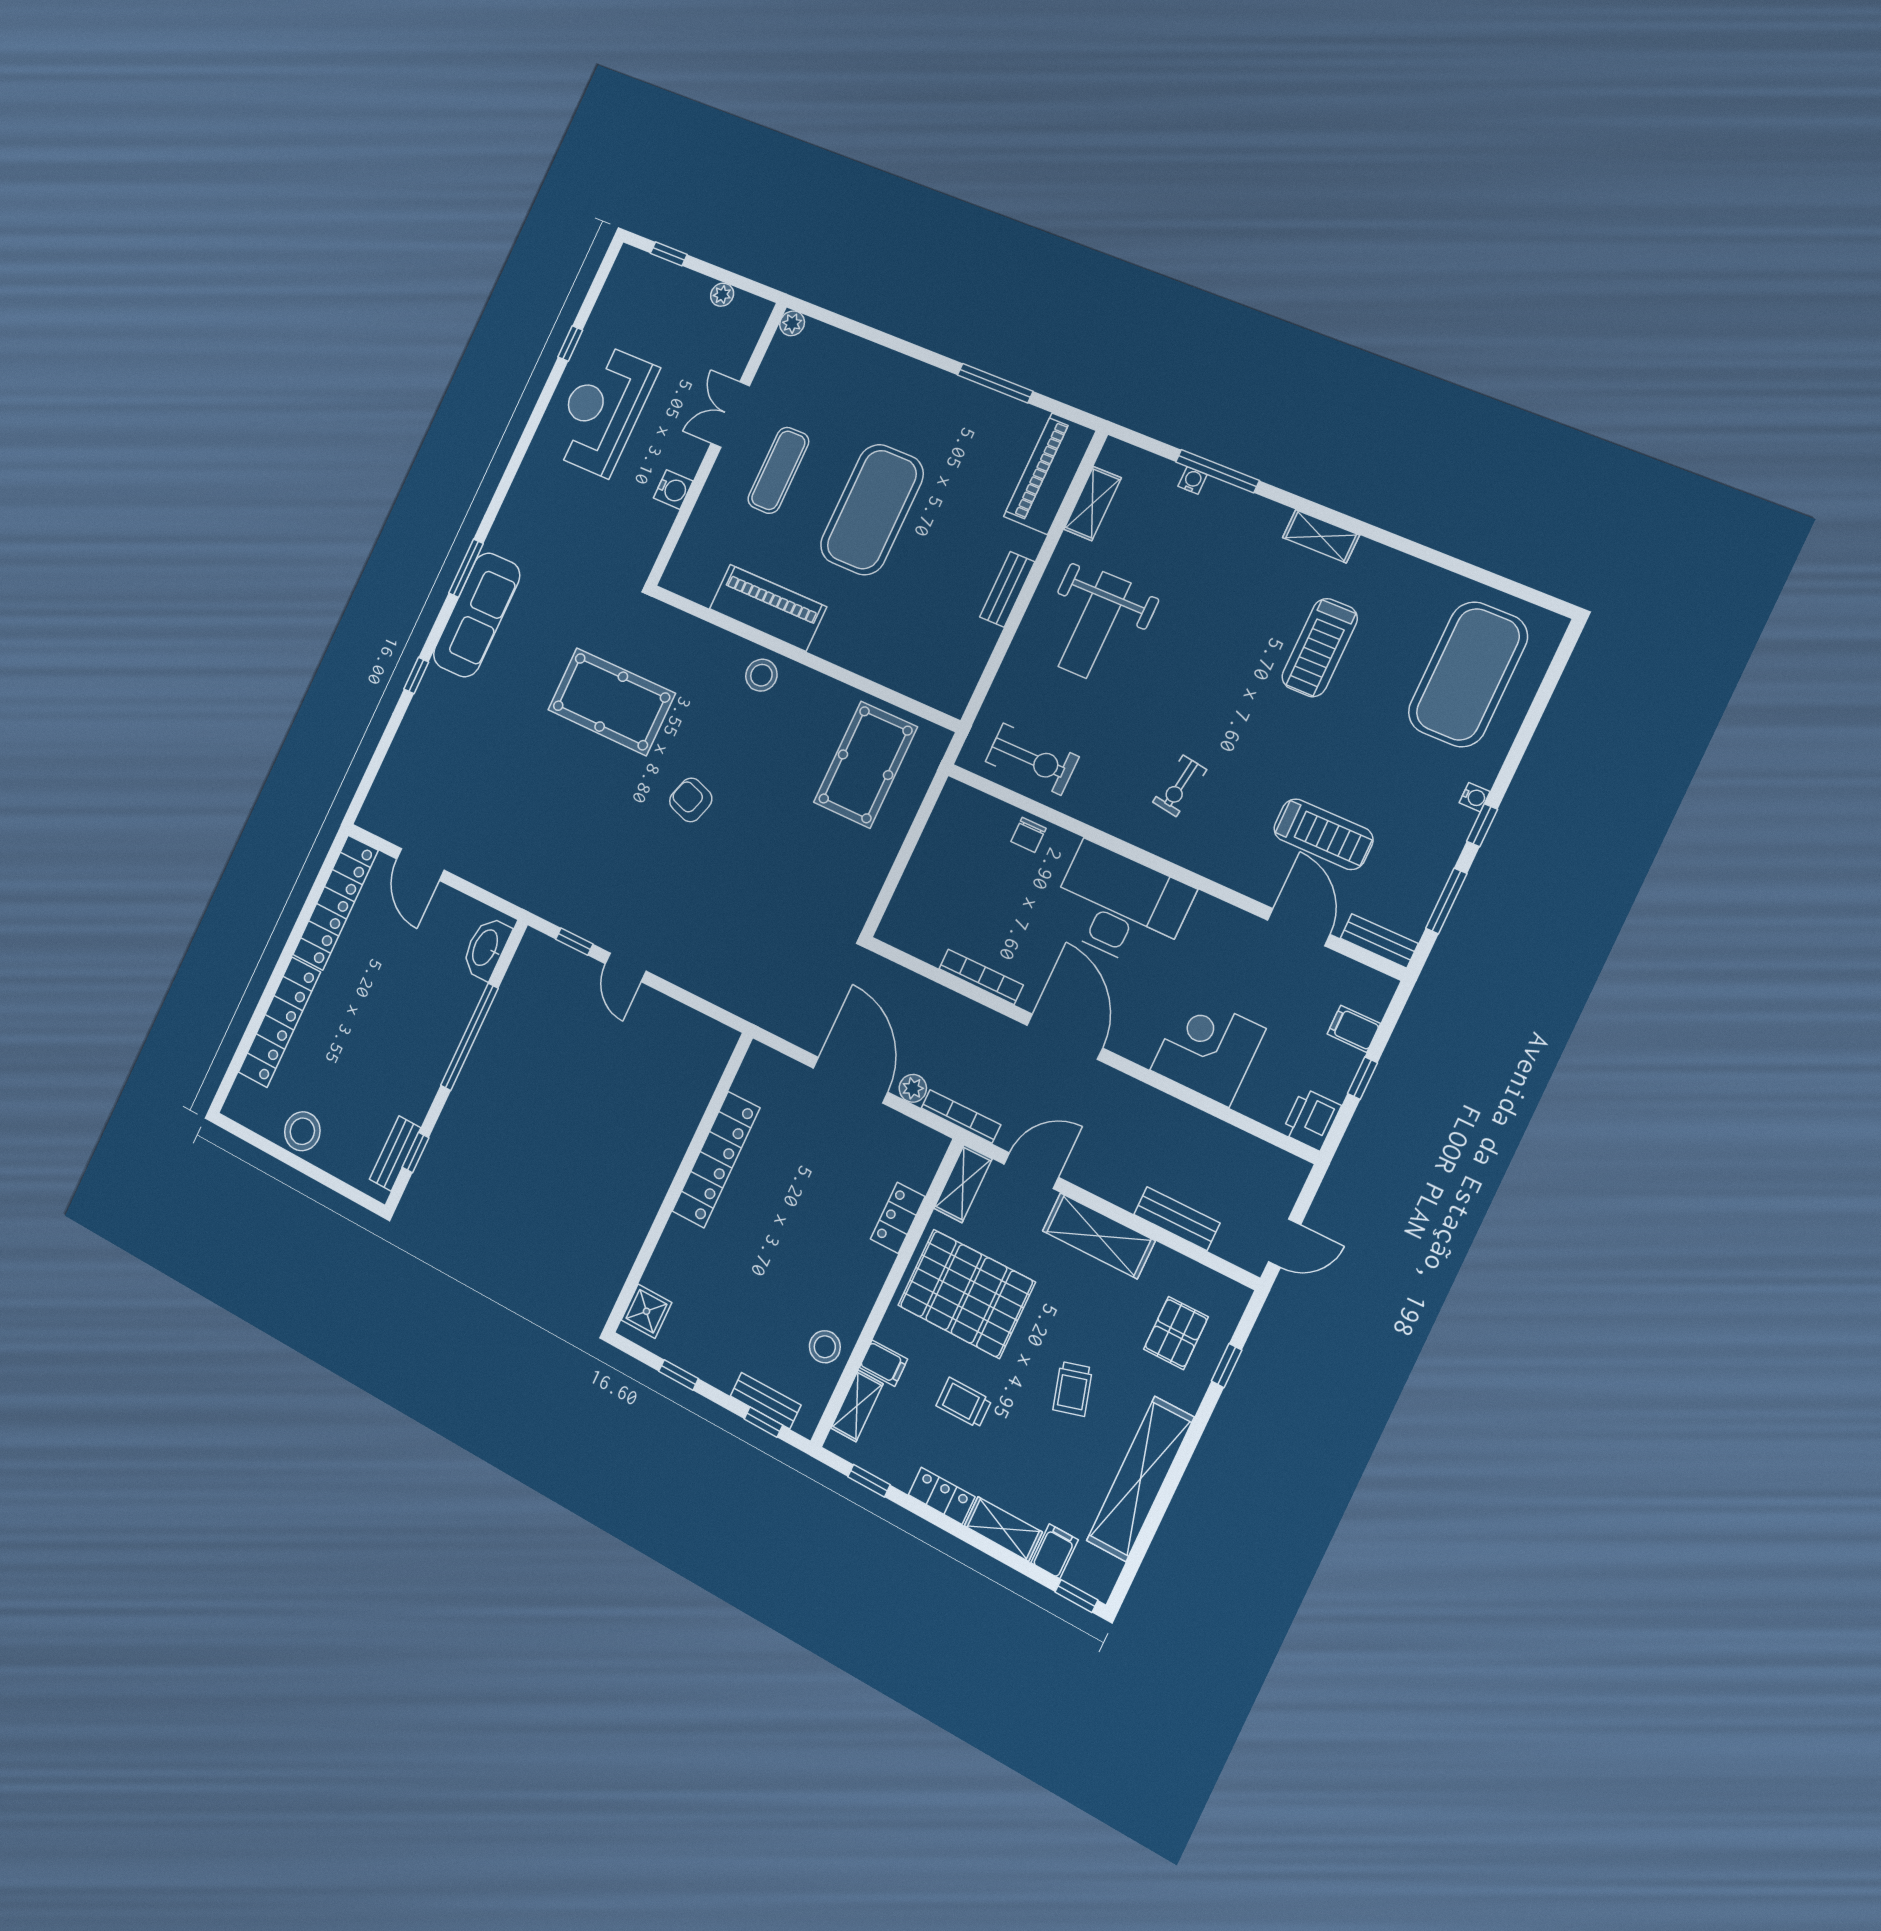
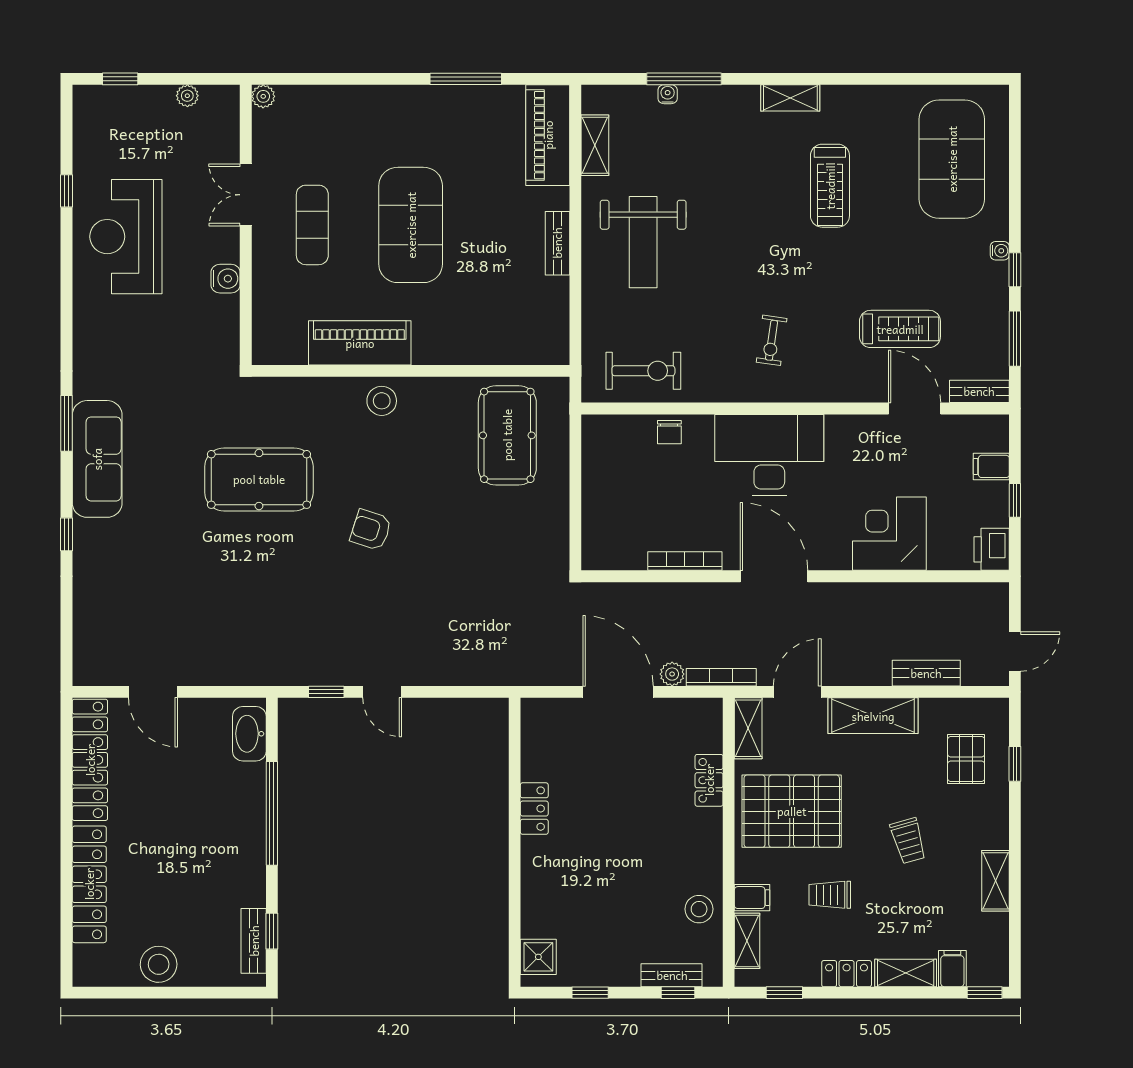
locker: (716, 1160) -> (534, 809), width x0.46, depth x0.83
shelving: (1140, 1479) -> (995, 881), width x0.45, depth x0.75

